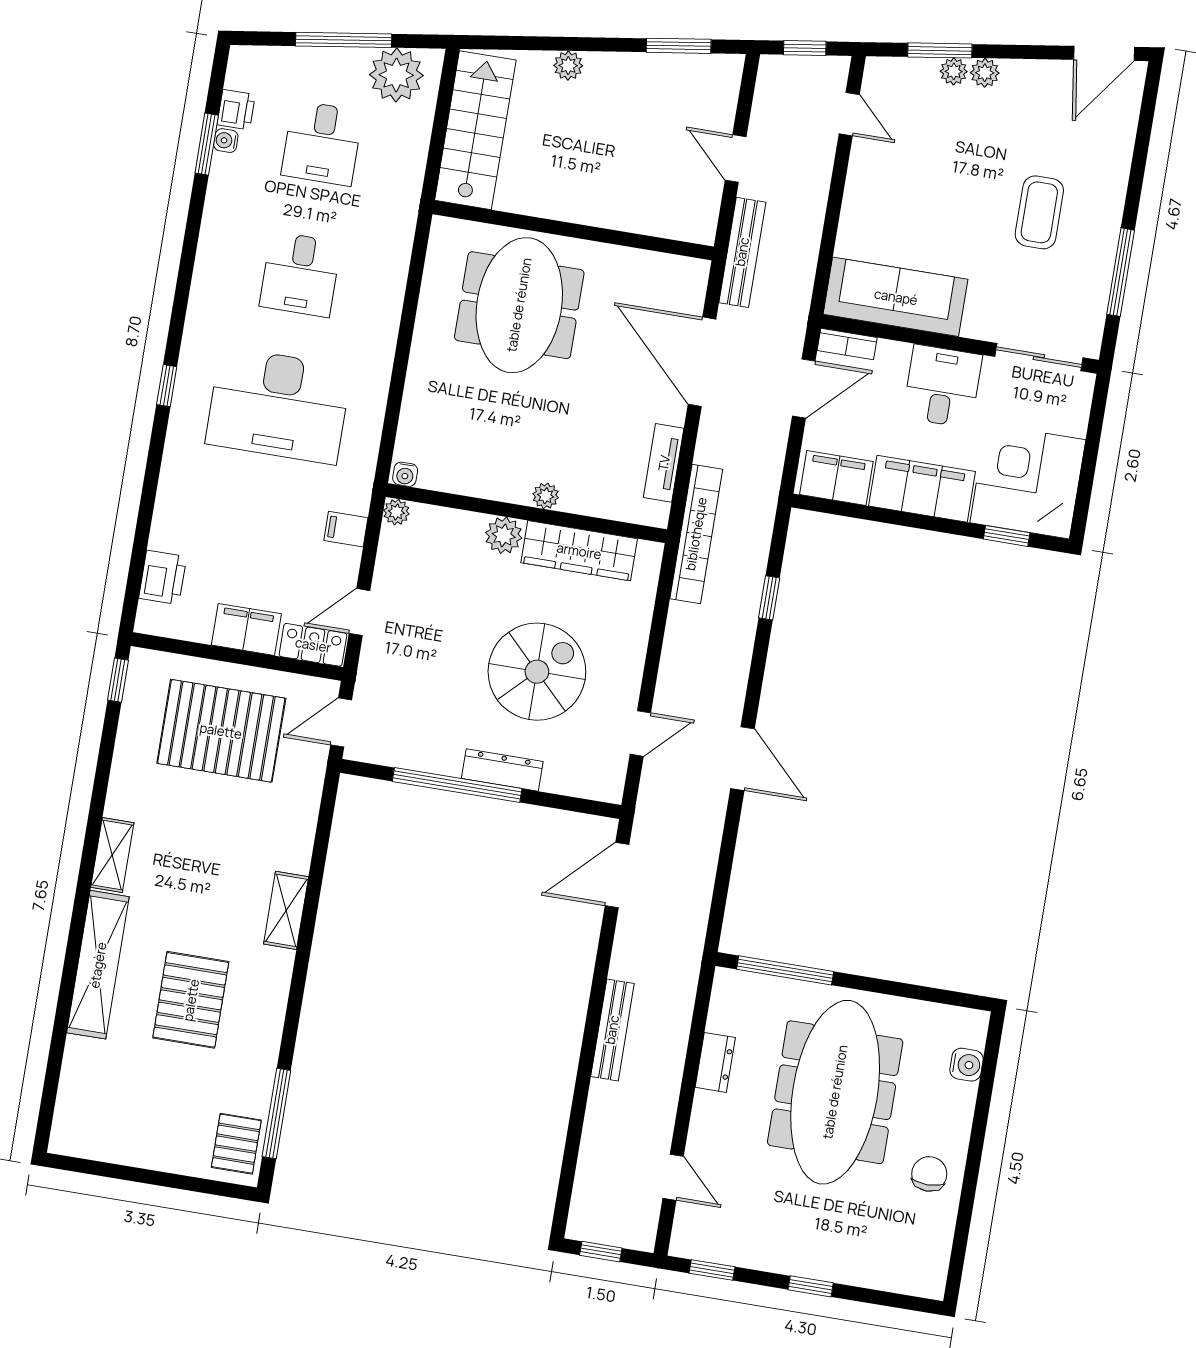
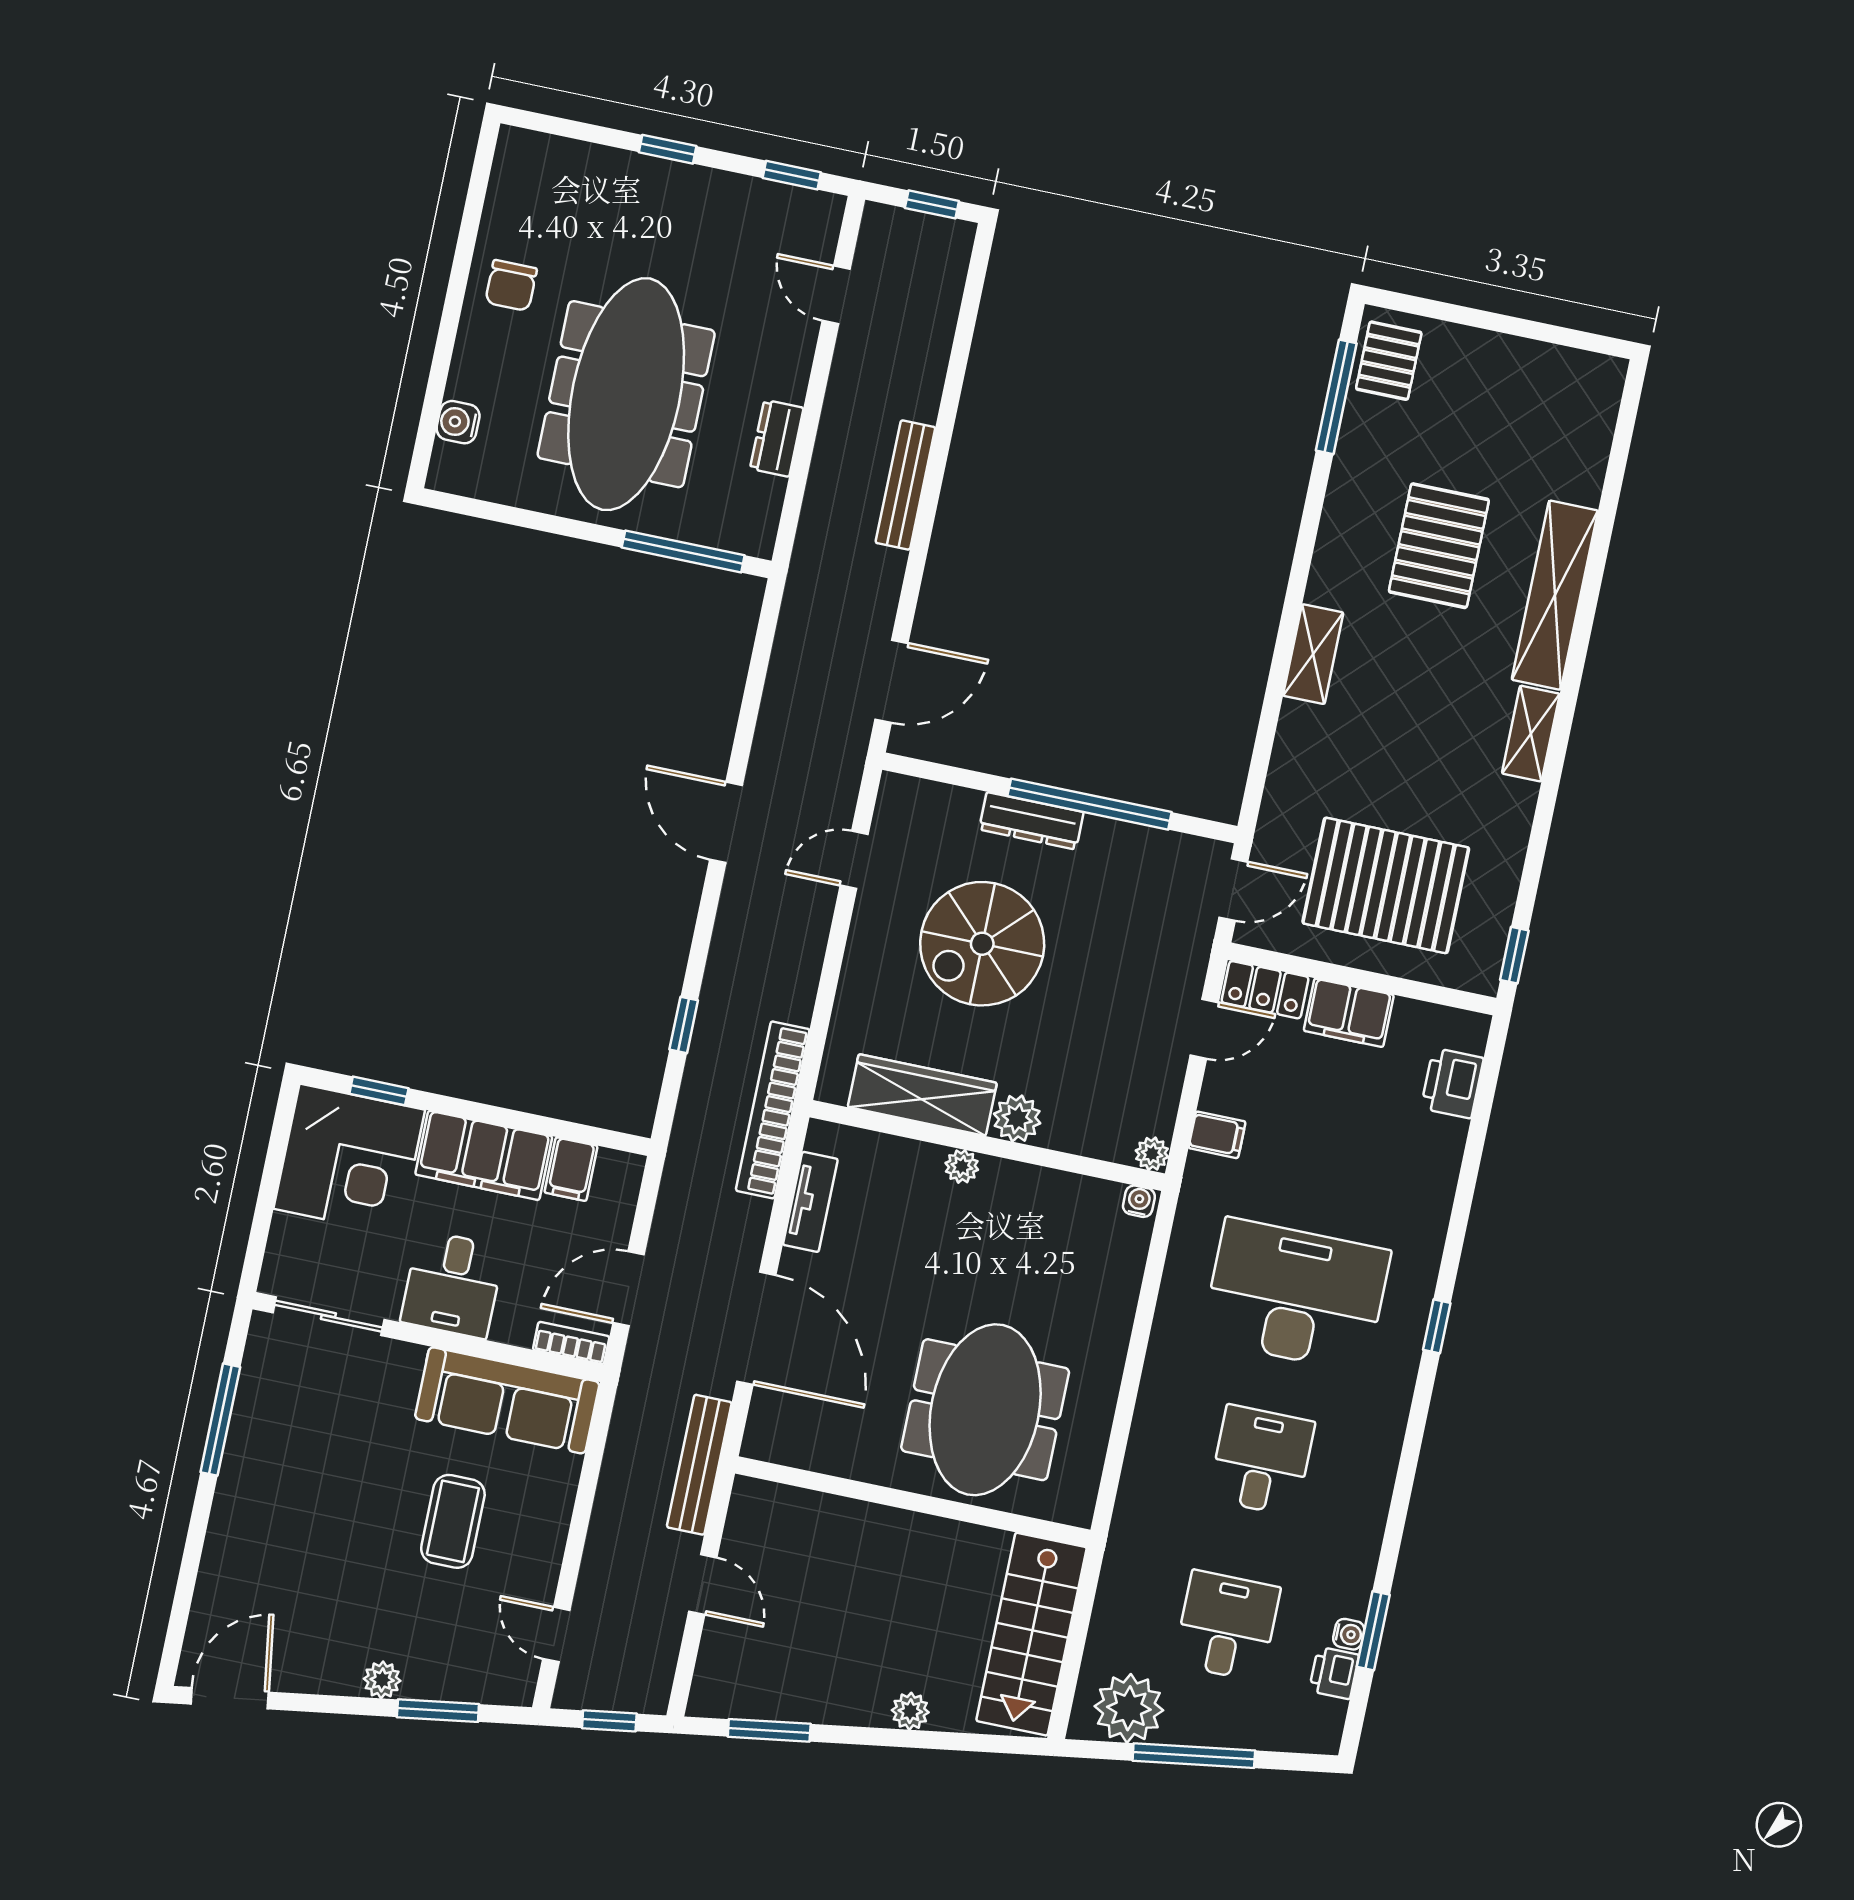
plant: (954, 71) -> (421, 1683), removed
coffee table: (1039, 212) -> (453, 1521), moved
filing cabinet: (836, 478) -> (571, 1169), width x0.50

